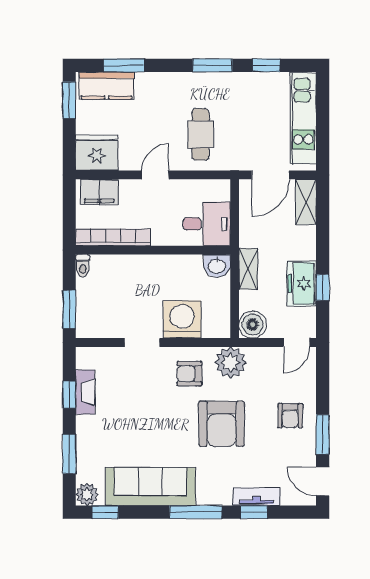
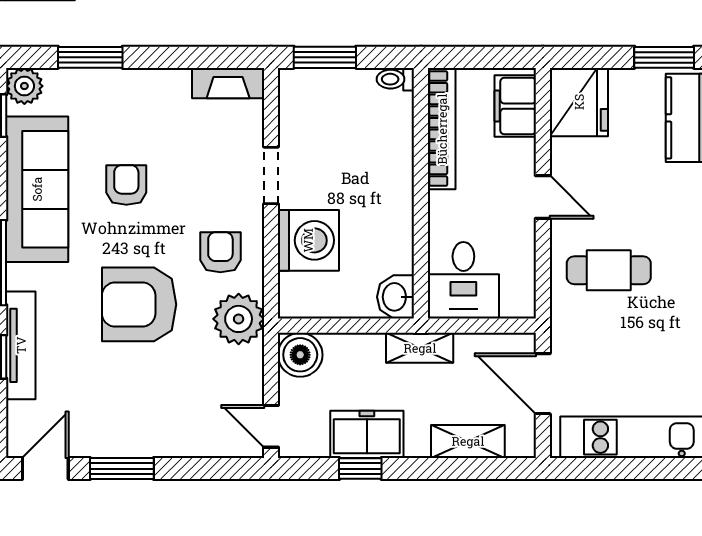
shelving: (306, 202) -> (468, 441), moved
shelving: (248, 269) -> (420, 348), moved
fireplace: (85, 392) -> (228, 83), moved
window: (69, 395) -> (186, 57), removed
armchair: (290, 416) -> (126, 185), moved, turned 90
tv unit: (256, 497) -> (21, 345), width x1.41

